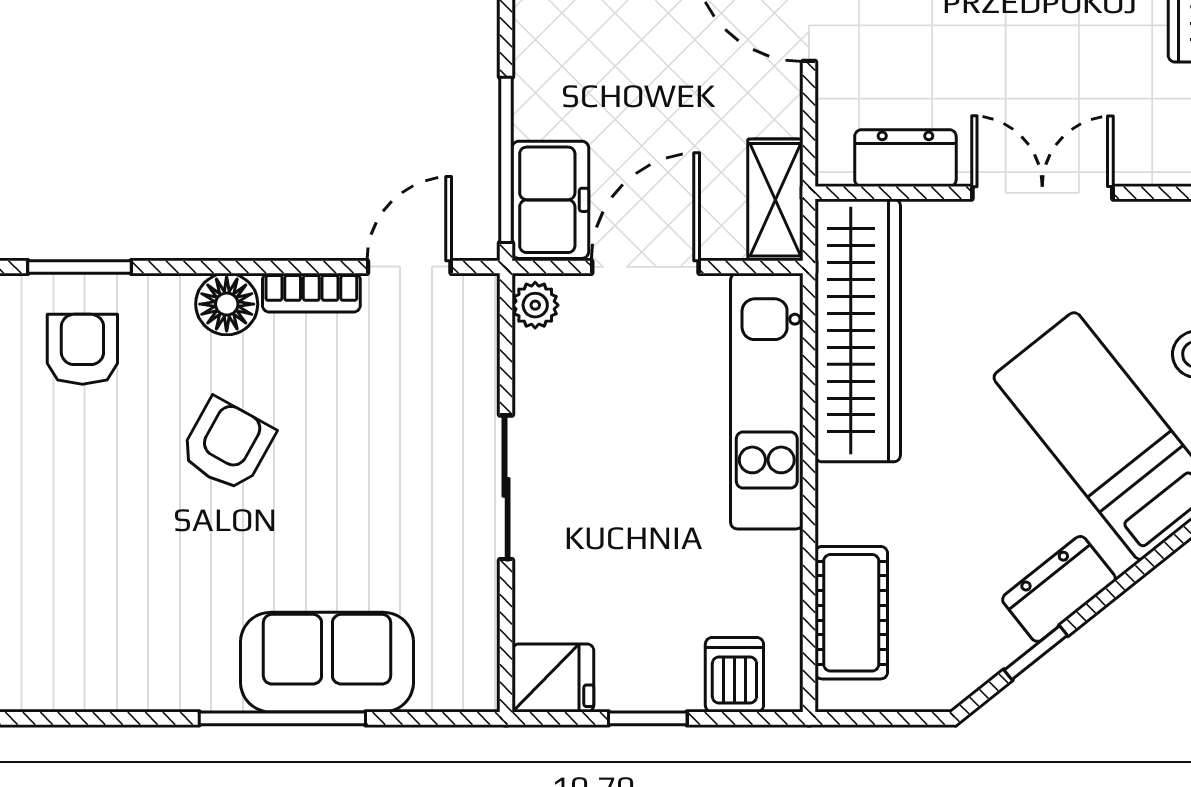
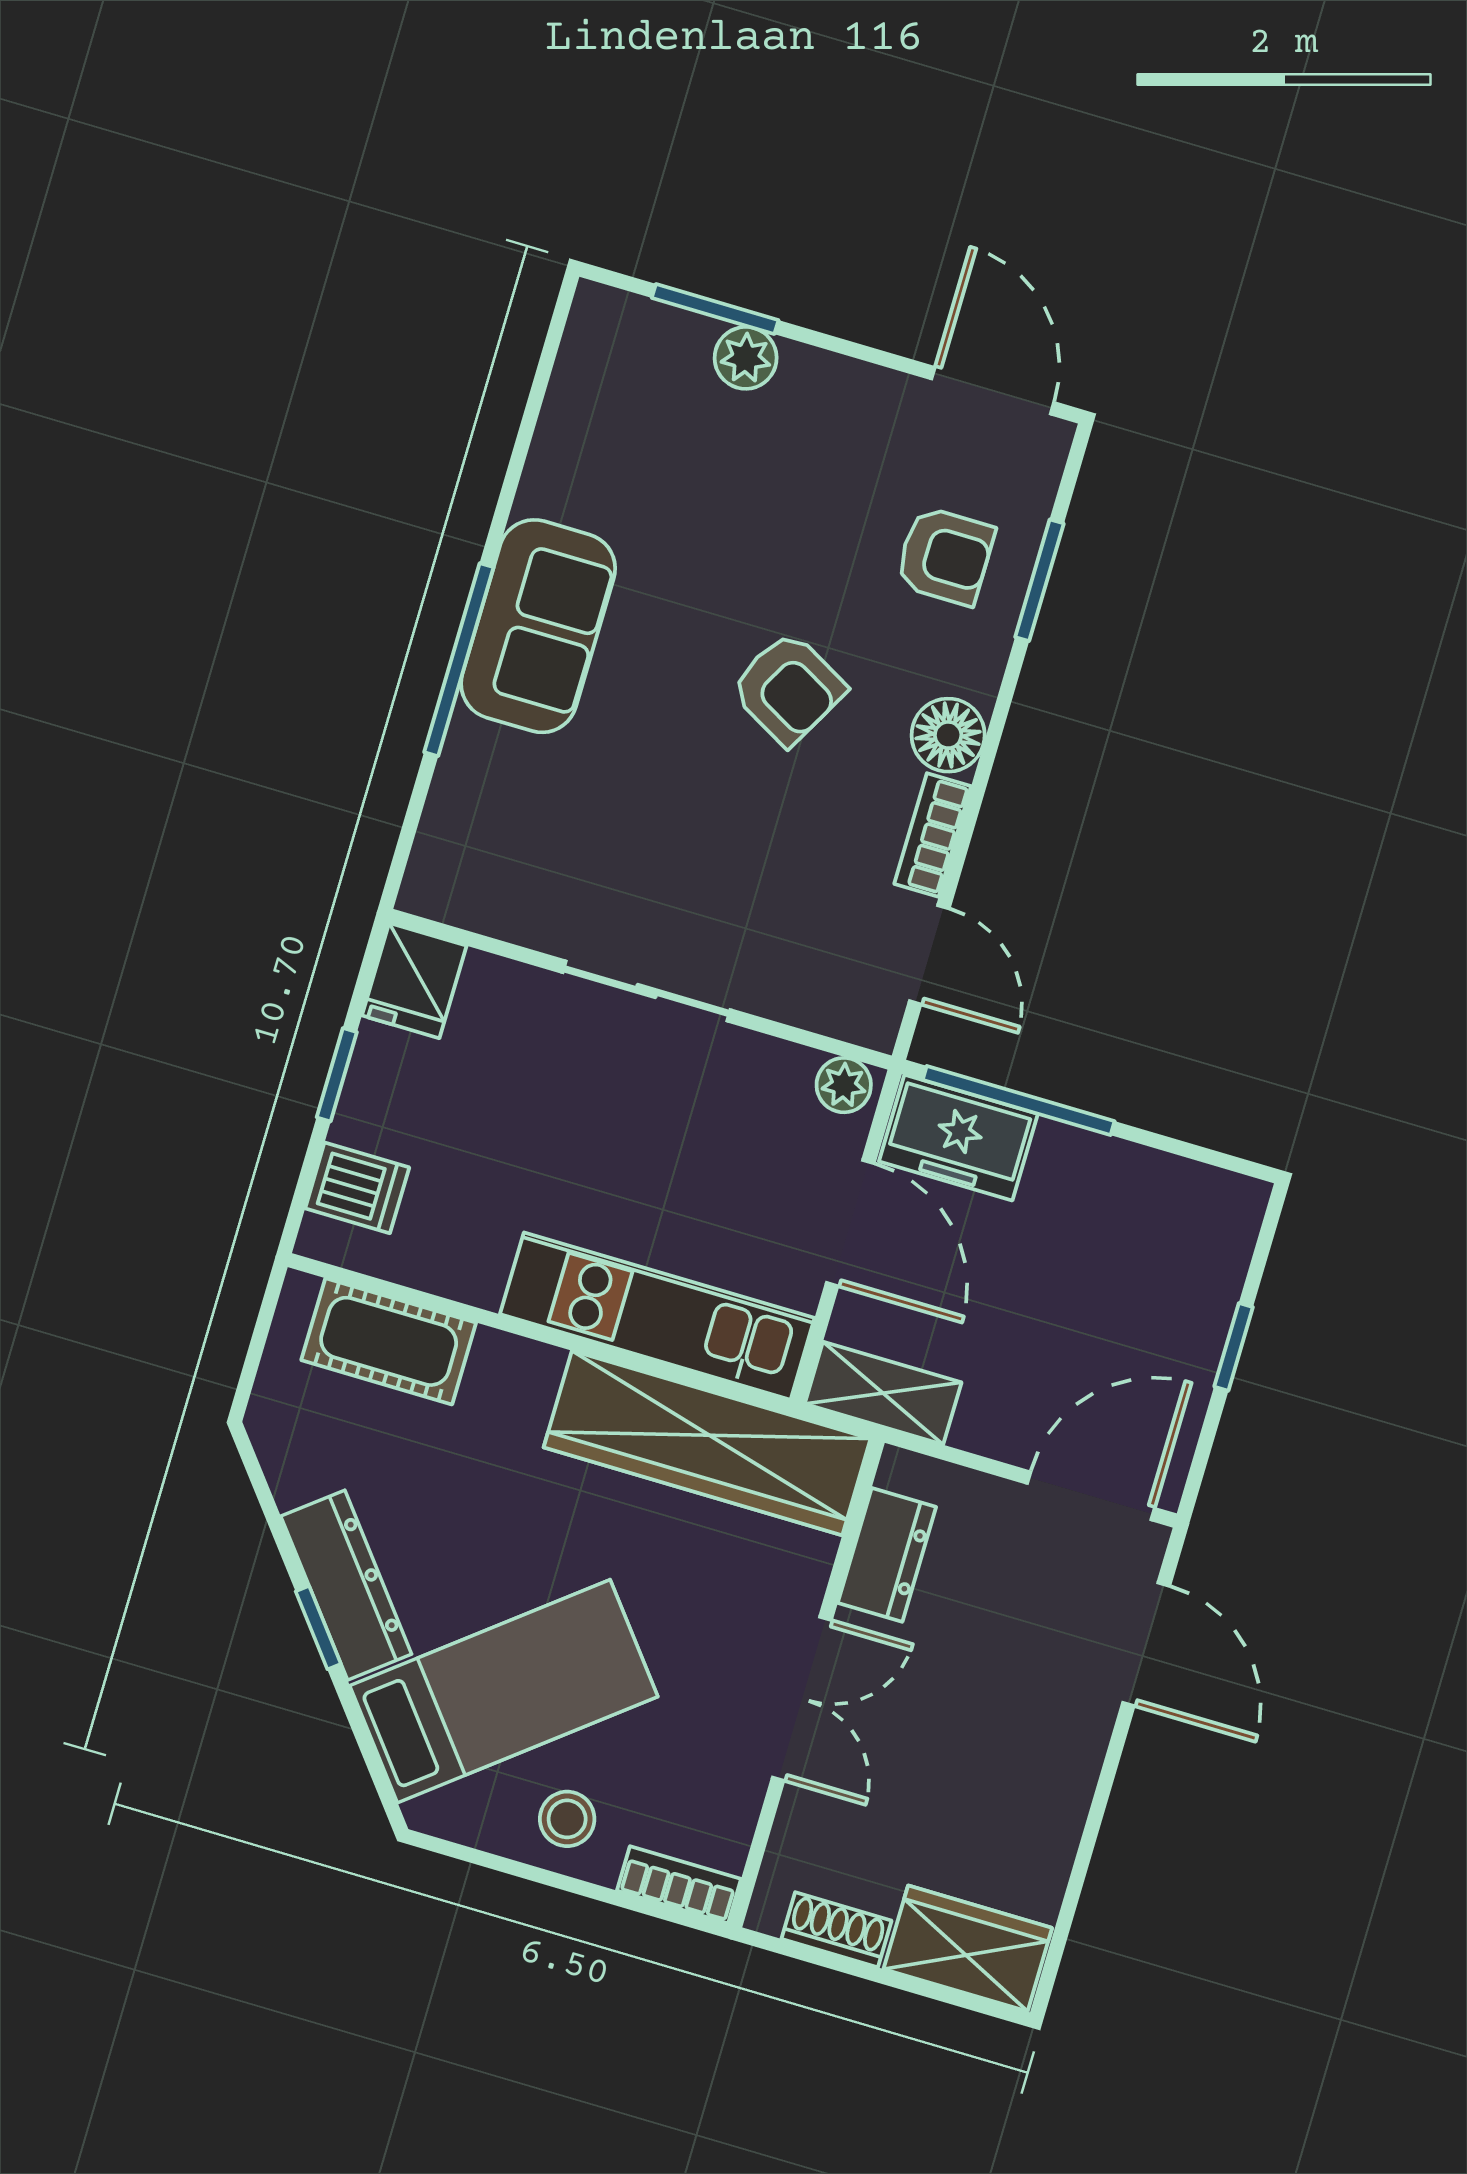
dresser: (1059, 589) -> (346, 1585), width x1.44
window: (1036, 653) -> (318, 1628), moved
sofa: (327, 662) -> (538, 626), moved

